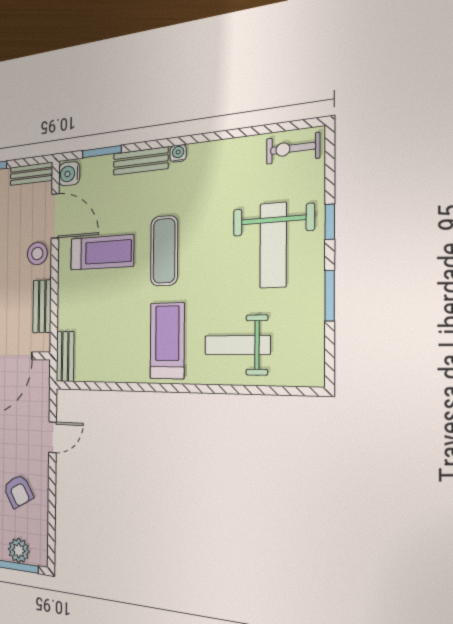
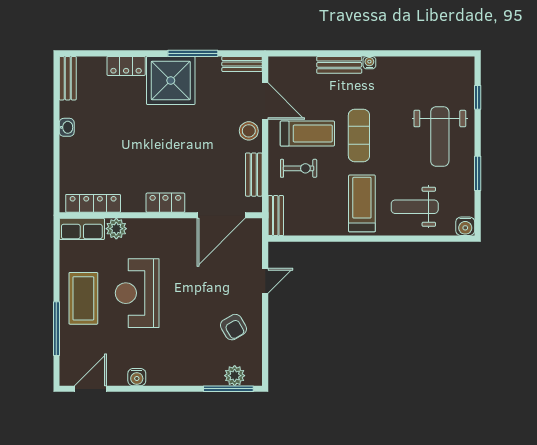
exercise bike: (293, 148) -> (299, 168), moved, turned 180
window: (102, 152) -> (306, 53), removed
water cooler: (69, 174) -> (465, 226), moved, turned -90
window: (330, 222) -> (478, 97), moved

